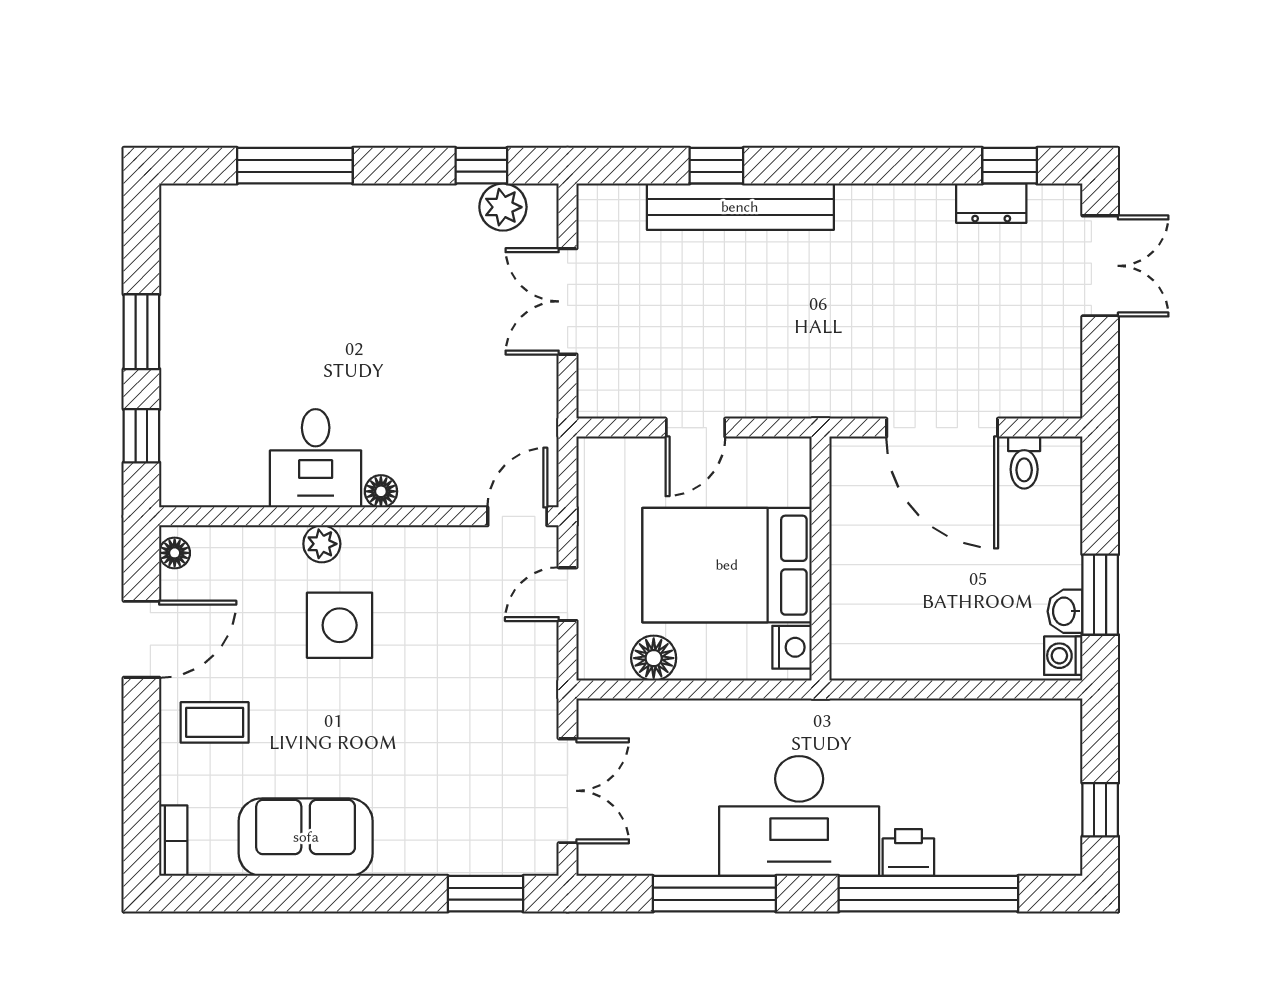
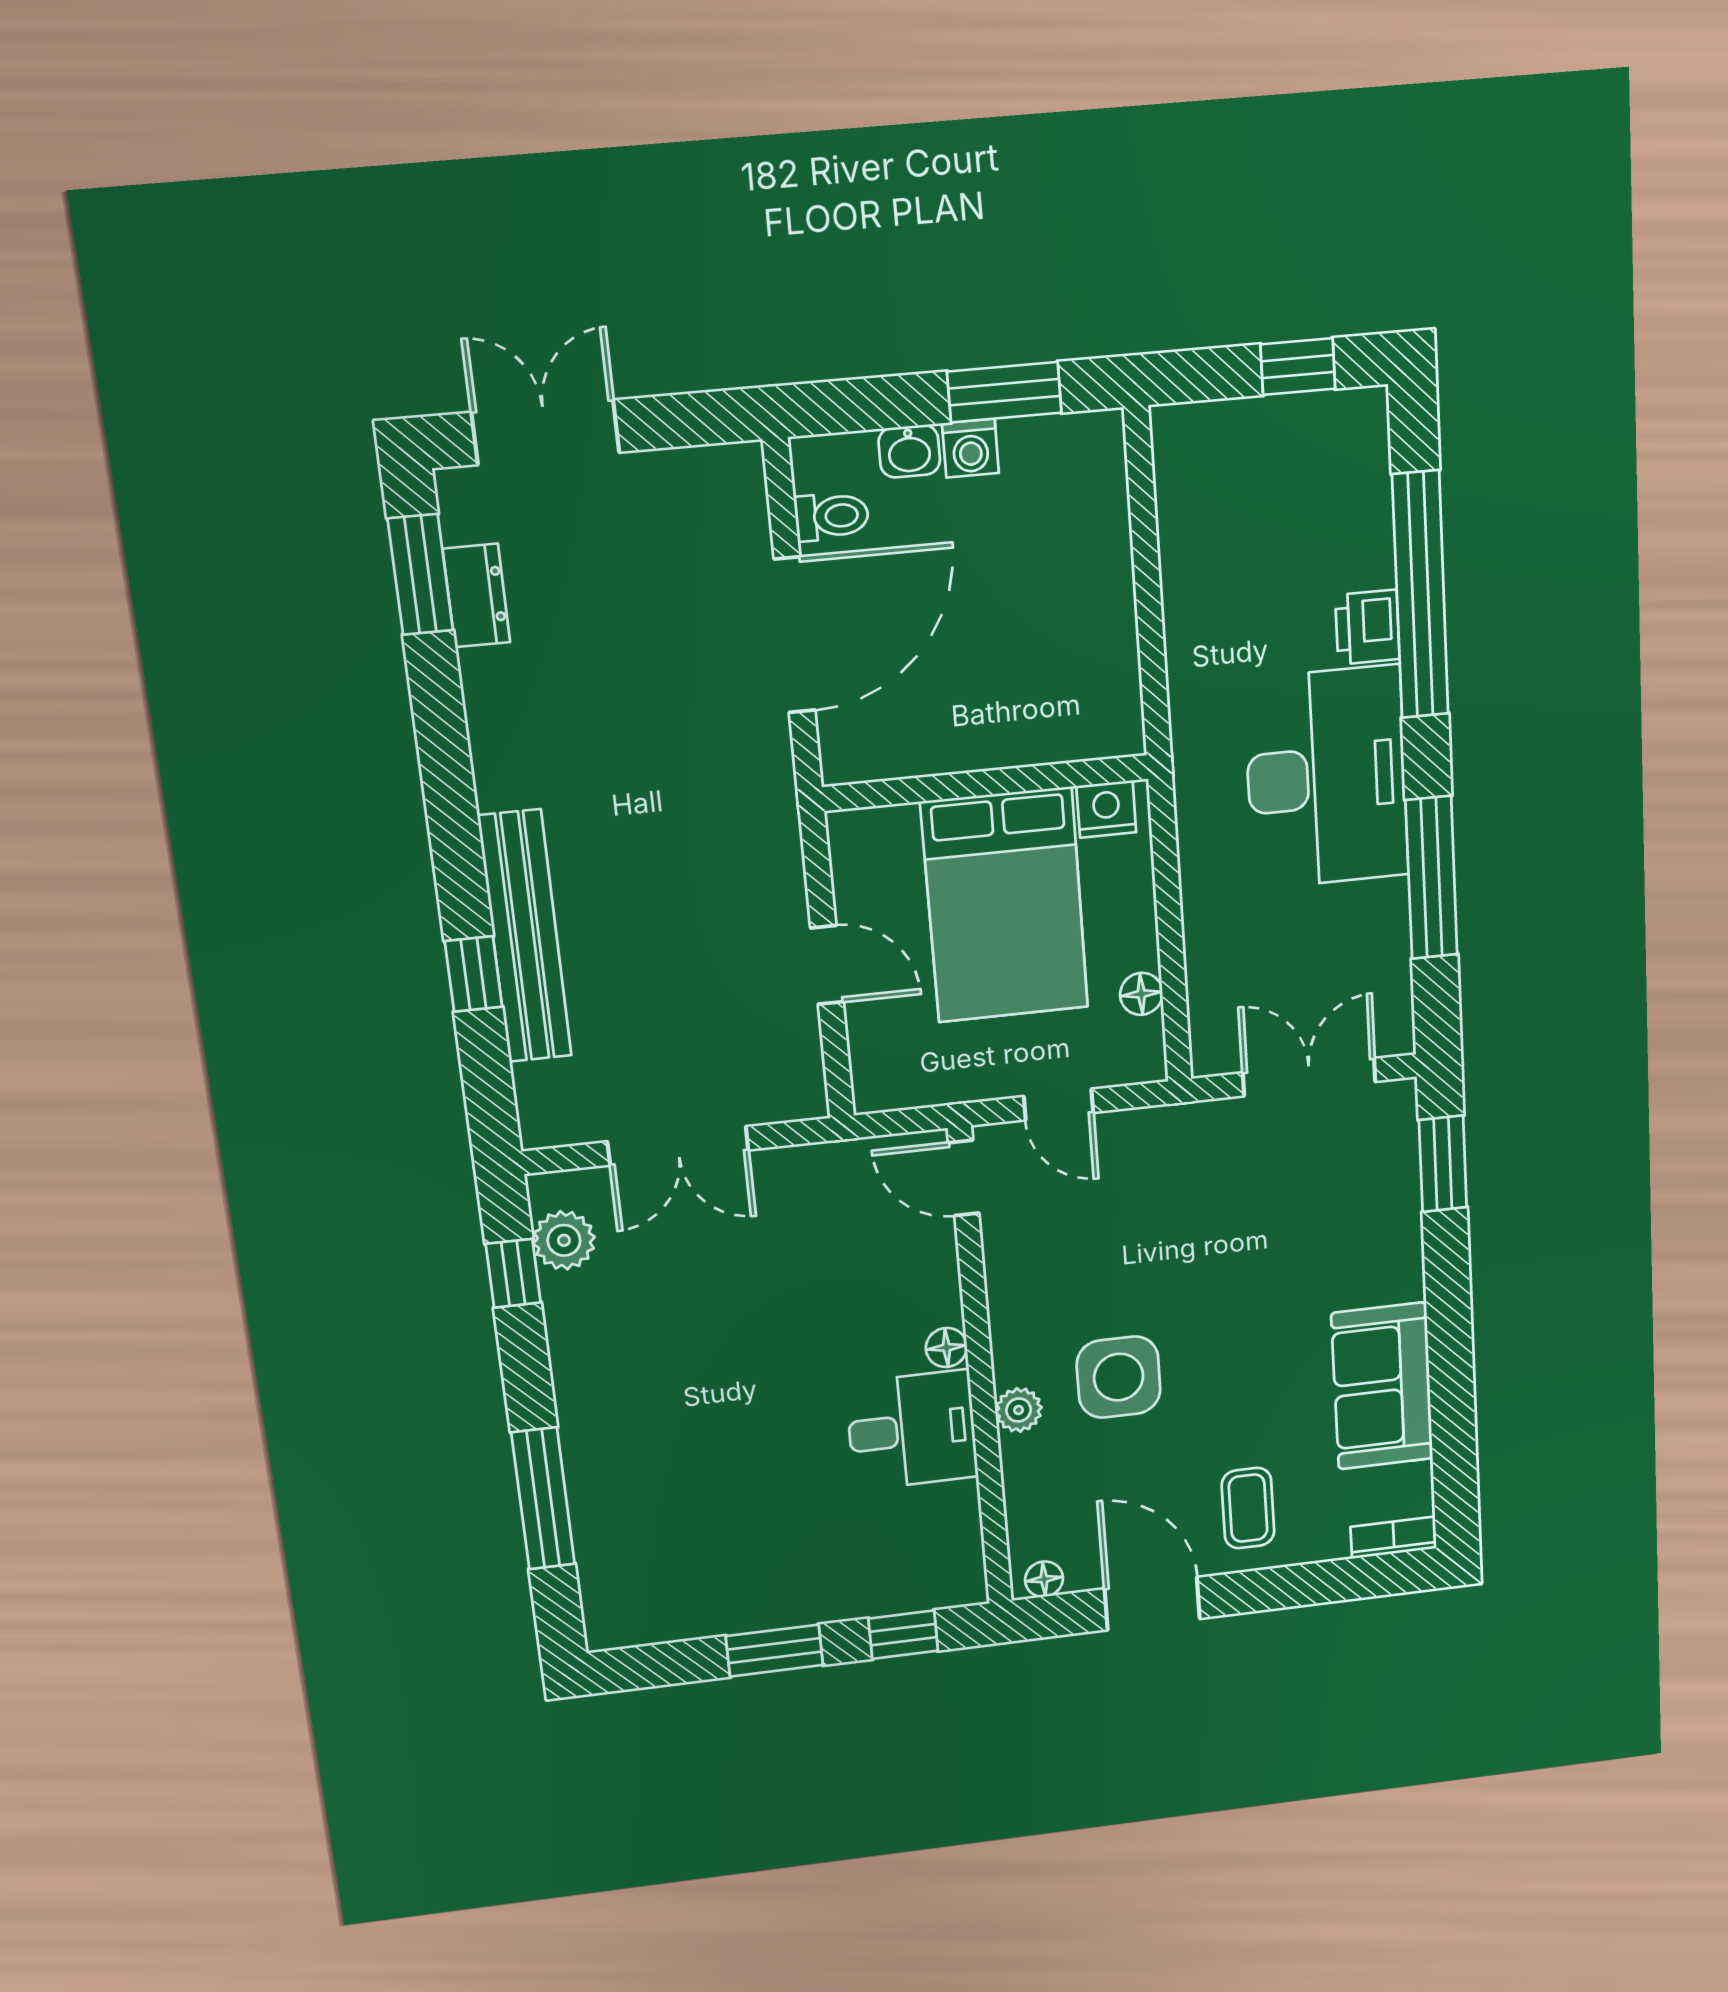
window: (1010, 166) -> (420, 574), width x1.50
washbasin: (1065, 611) -> (909, 451), moved
washing machine: (1063, 656) -> (970, 448), moved
floor lamp: (654, 658) -> (1141, 994), width x0.73, depth x0.73

